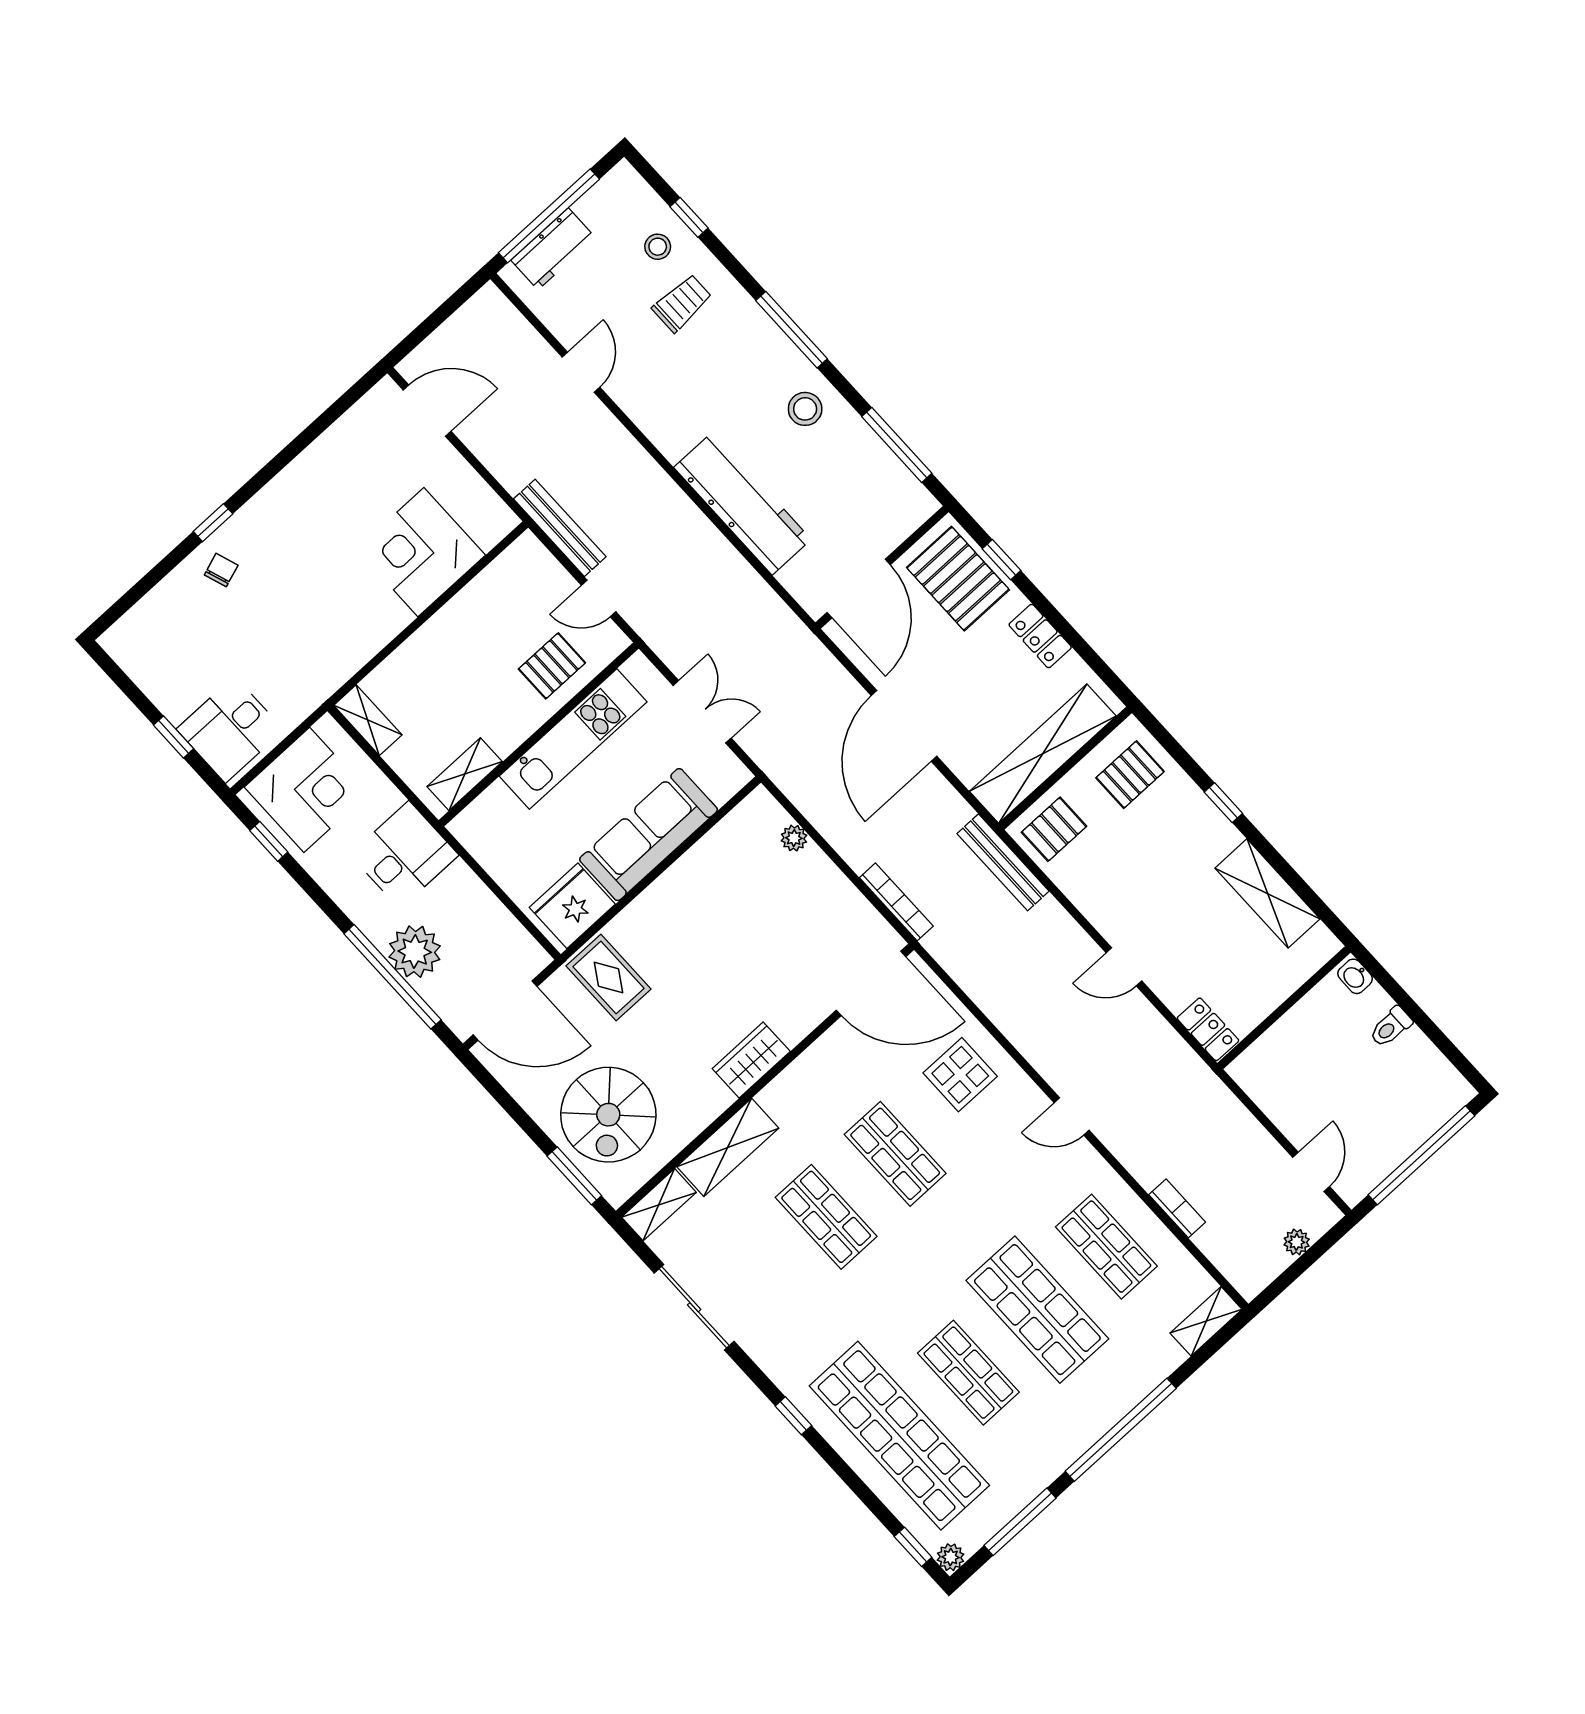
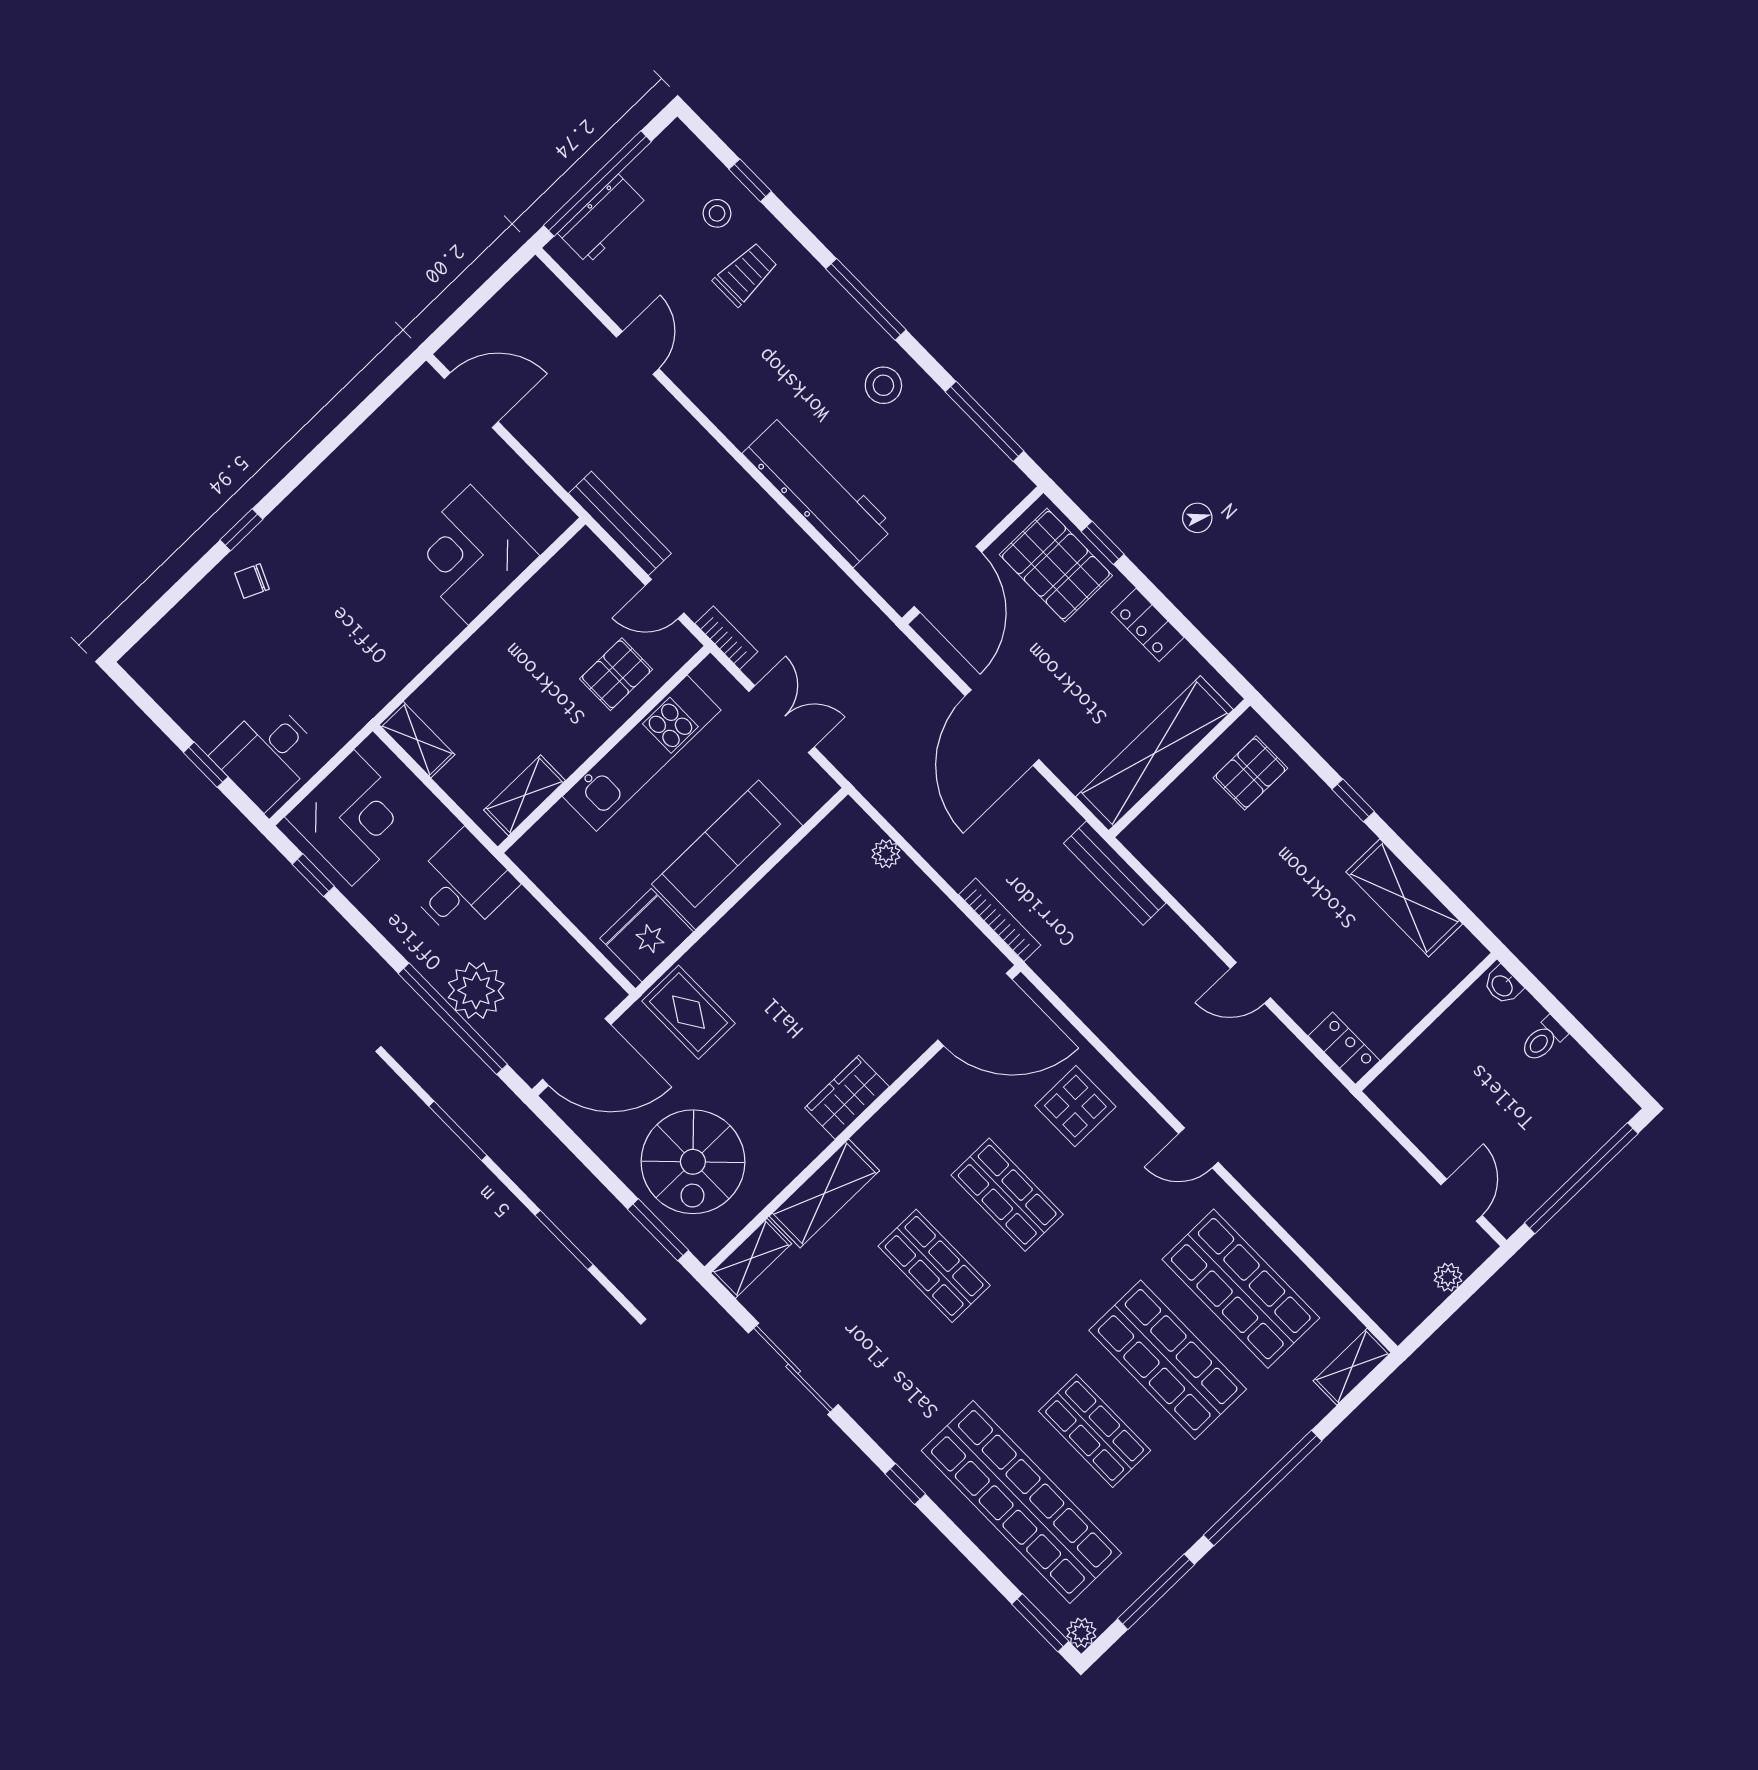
chair: (221, 570) -> (252, 581), turned -137
pallet: (1054, 829) -> (1169, 835), removed
bookcase: (1177, 1208) -> (726, 638), moved
shop shelf: (1106, 1247) -> (1241, 1289), width x1.43, depth x1.36
window: (913, 1547) -> (1040, 1623), width x1.50

